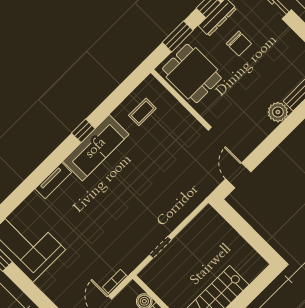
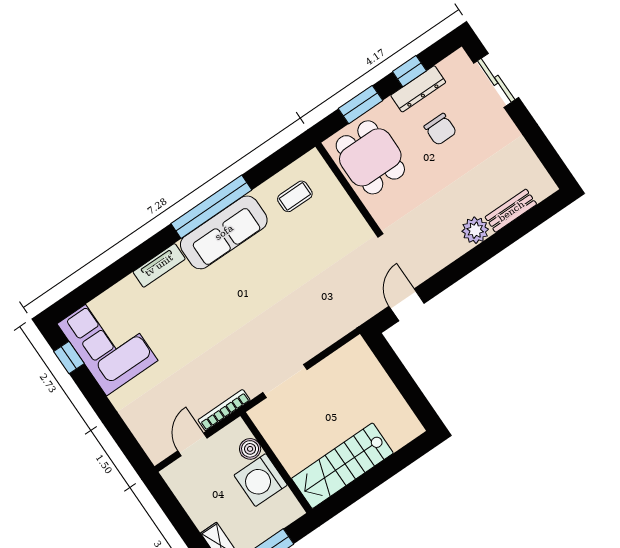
window: (83, 131) -> (211, 207), width x3.17
doorway: (160, 247) -> (285, 381), width x1.38
bookcase: (115, 282) -> (224, 410), width x1.56

